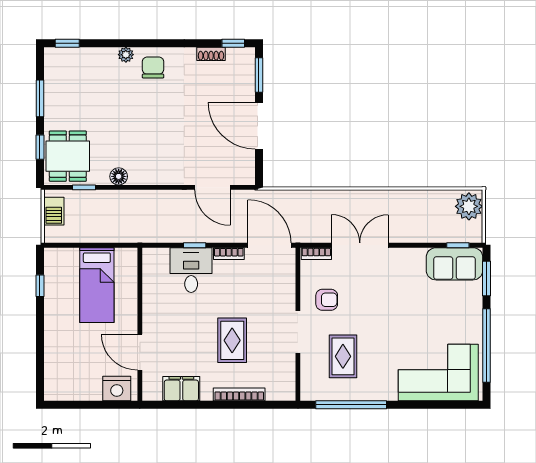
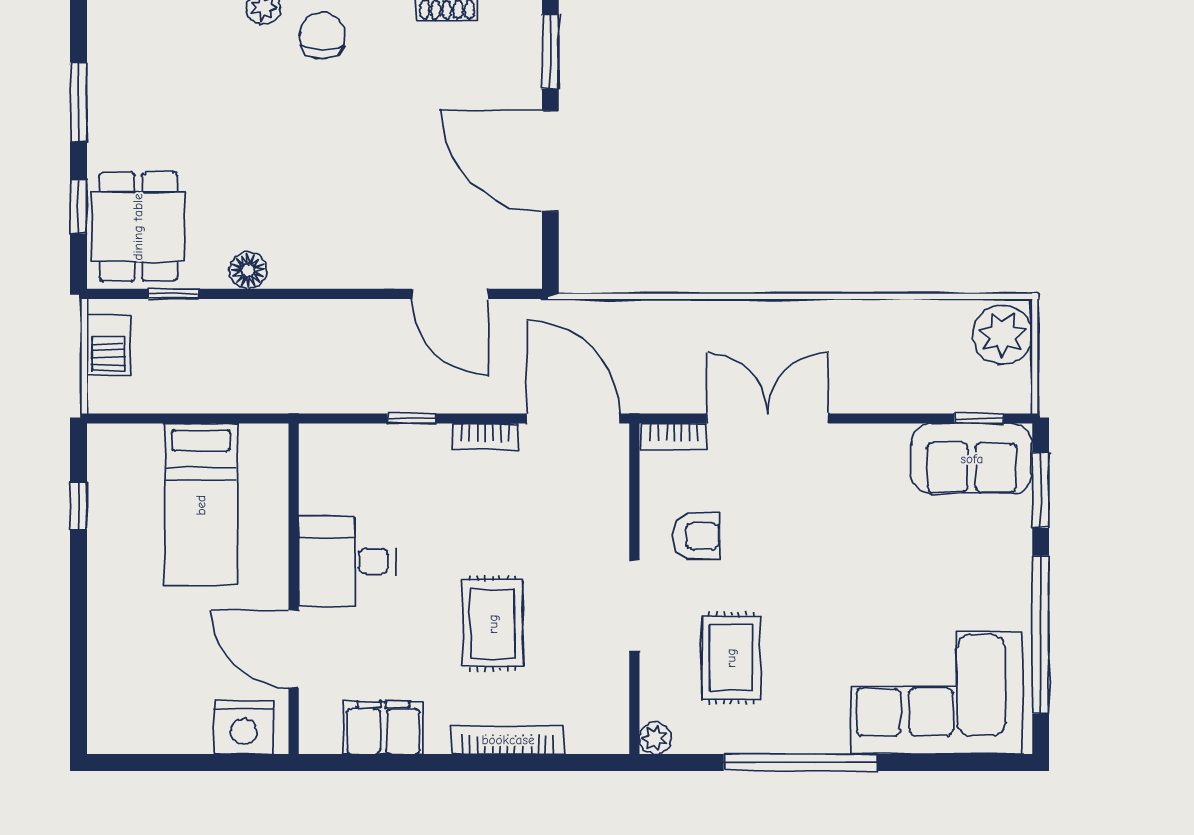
desk: (191, 270) -> (347, 561), moved, turned -90
plant: (308, 394) -> (655, 738), added
window: (351, 405) -> (800, 762), moved

